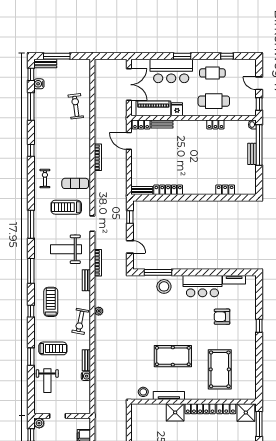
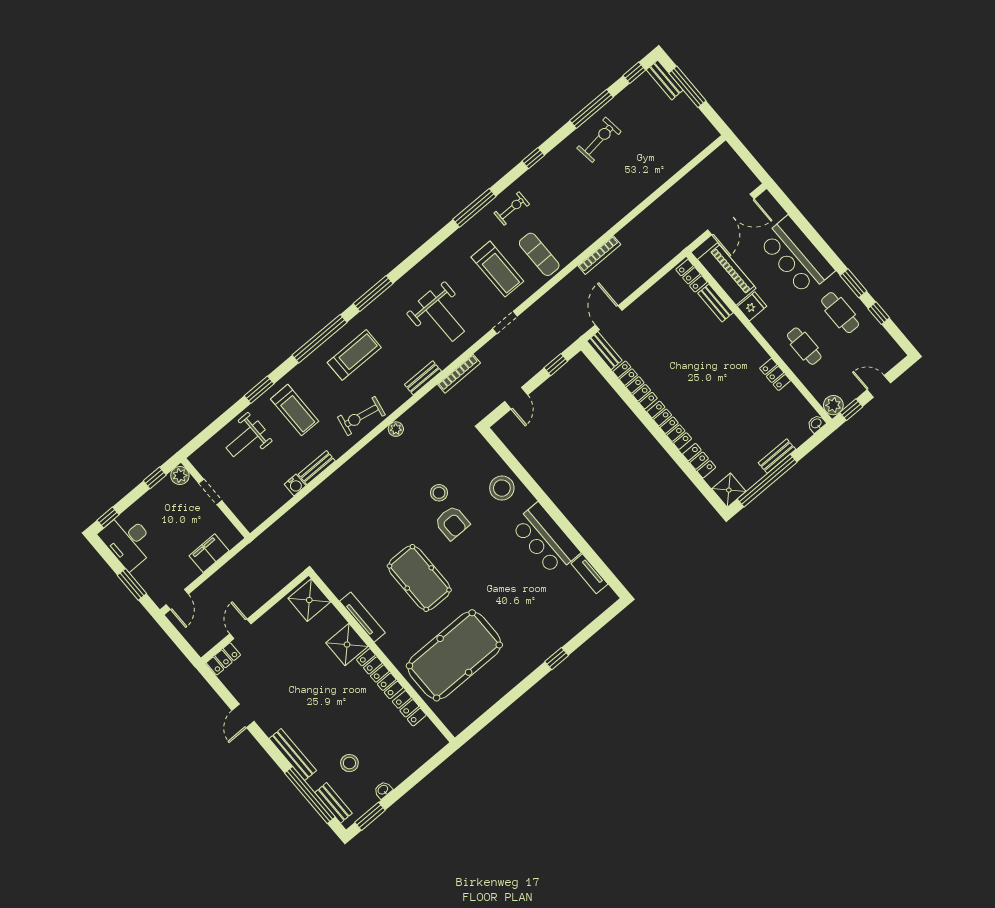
window: (182, 56) -> (853, 283), moved
door: (259, 83) -> (879, 386), hinge flipped
water cooler: (39, 84) -> (631, 94), removed
cafe table: (214, 101) -> (804, 346), width x0.73, depth x0.74
exercise bike: (76, 106) -> (599, 140), moved
plant: (250, 110) -> (833, 405), added
door: (129, 141) -> (609, 318), moved
window: (259, 145) -> (767, 481), moved
shower: (249, 188) -> (729, 490), added
locker: (198, 190) -> (669, 425), added
treadmill: (66, 207) -> (497, 269), turned 180
window: (31, 224) -> (474, 208), moved
weight bench: (66, 249) -> (441, 316), turned 180
window: (158, 272) -> (514, 464), removed
window: (31, 311) -> (319, 339), width x3.17
armchair: (222, 317) -> (452, 523), moved, turned 180
pool table: (220, 369) -> (454, 655), width x1.36, depth x1.32
stool: (143, 392) -> (439, 493), moved
shower: (246, 413) -> (309, 600), moved
window: (259, 424) -> (426, 769), removed

